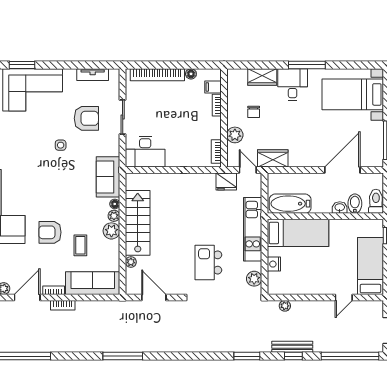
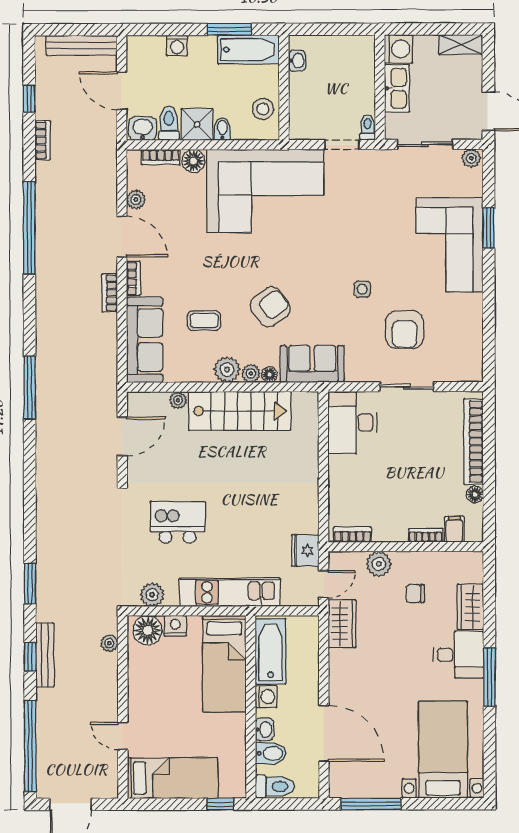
tv unit: (93, 75) -> (474, 339), removed
washing machine: (319, 207) -> (266, 697), added
armchair: (50, 232) -> (270, 307), moved, turned 55
floor lamp: (277, 282) -> (148, 630), added

